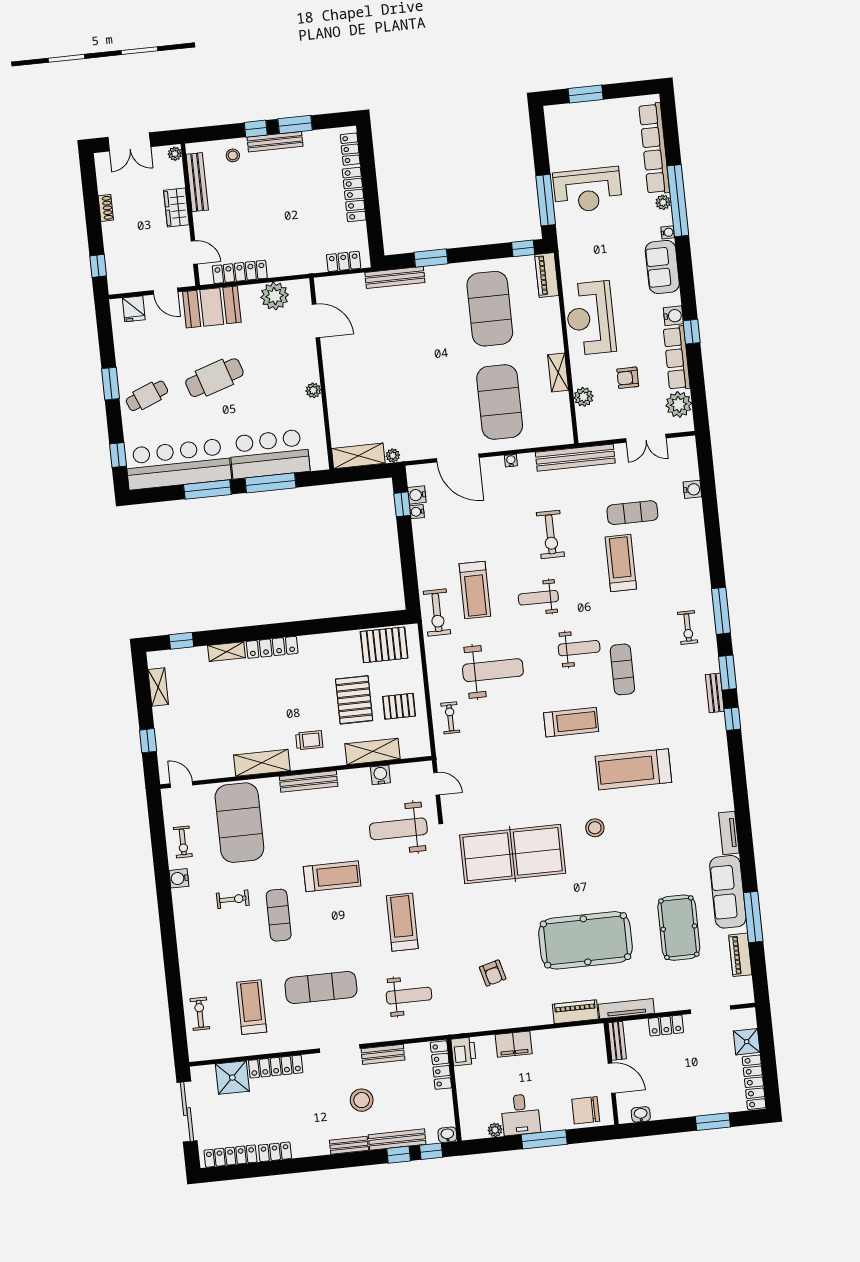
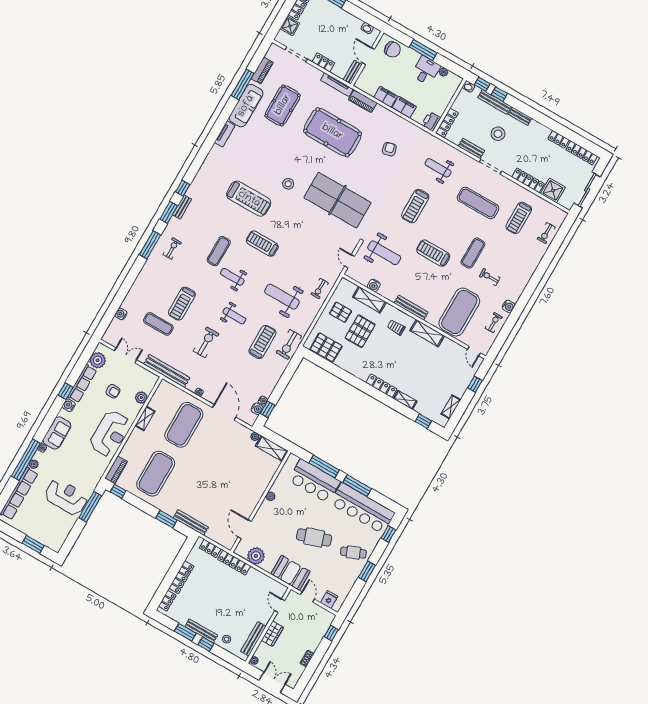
locker: (240, 272) -> (234, 563), moved
exercise bike: (437, 613) -> (289, 344), turned 180
filing cabinet: (549, 1040) -> (386, 97), added

